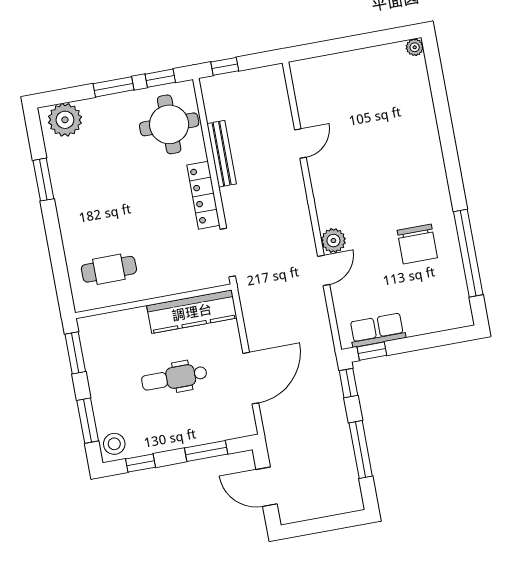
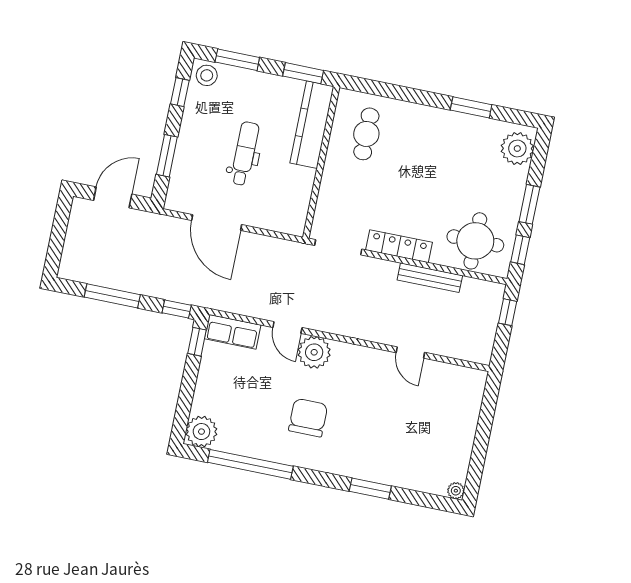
window: (446, 130) -> (370, 489), added
plant: (333, 241) -> (314, 352), width x1.36, depth x1.36
chair: (417, 244) -> (308, 418), moved, turned 90
kitchen counter: (192, 312) -> (312, 125), moved
plant: (456, 312) -> (201, 432), added
row of seats: (377, 330) -> (233, 332), moved, turned 90

